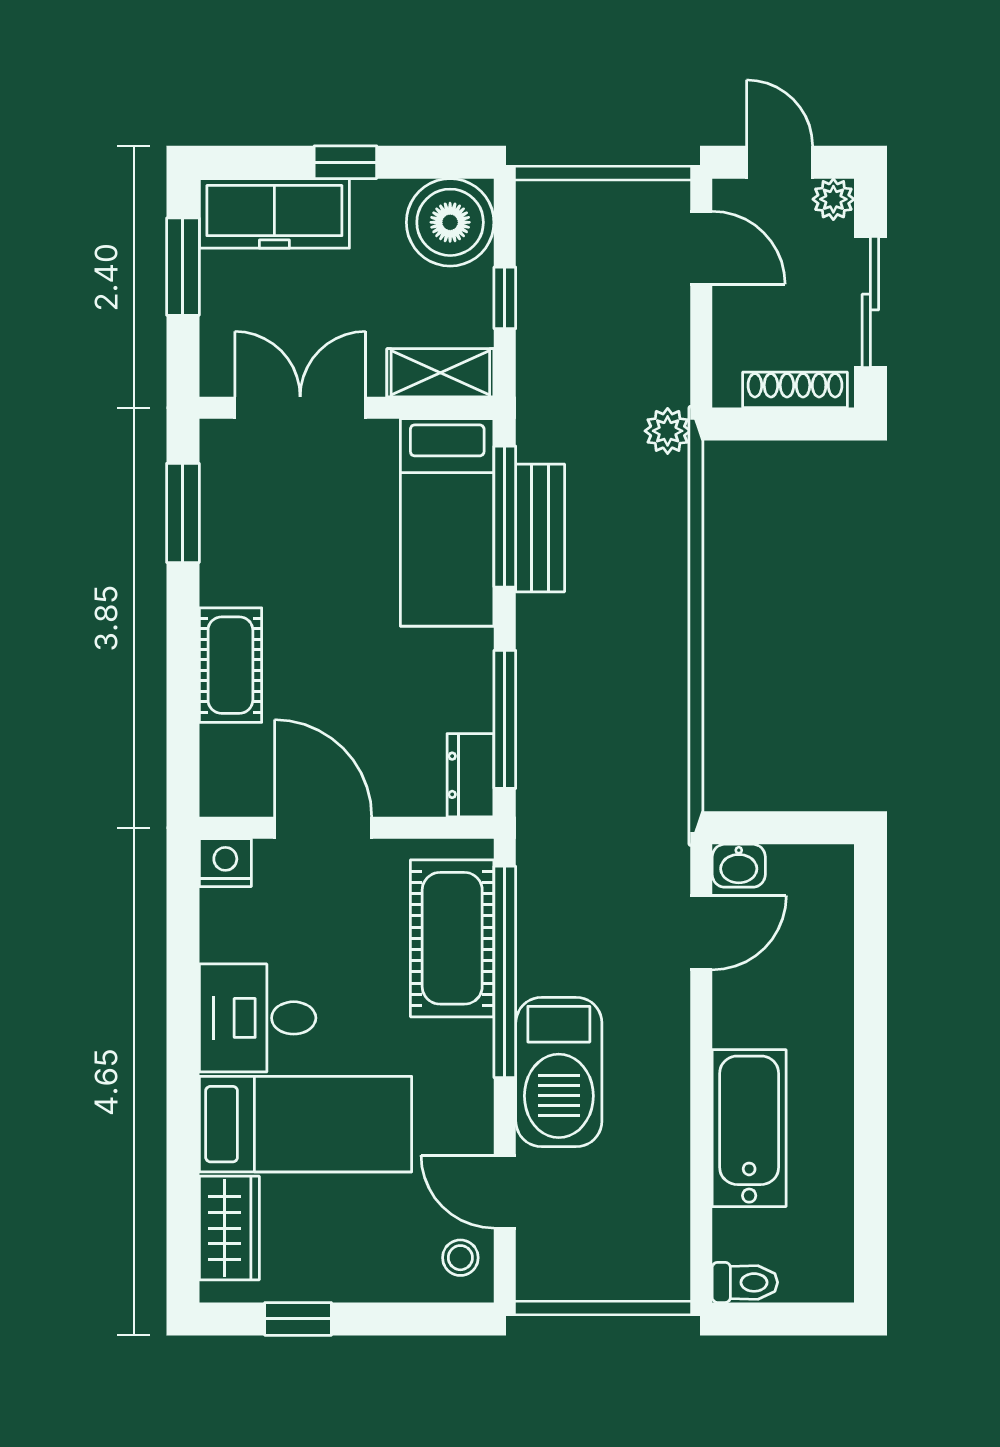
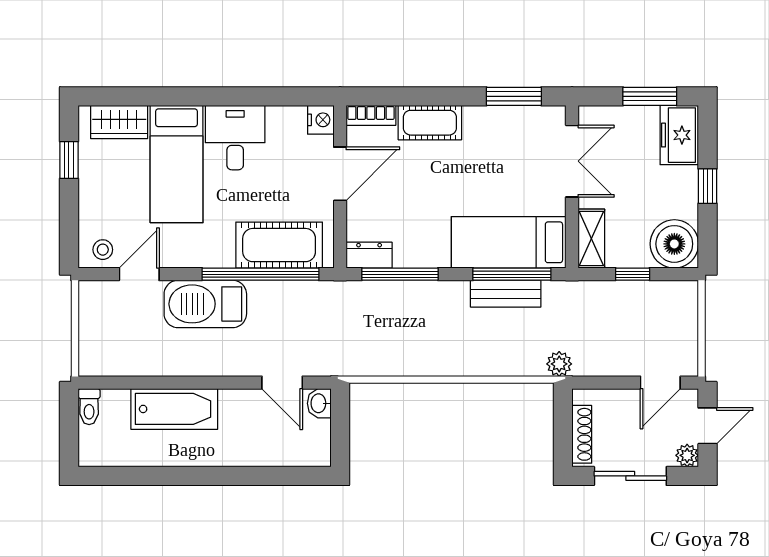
freezer: (274, 213) -> (679, 135), width x0.71
bookcase: (217, 772) -> (371, 115), added

